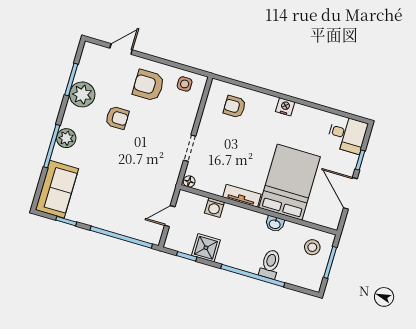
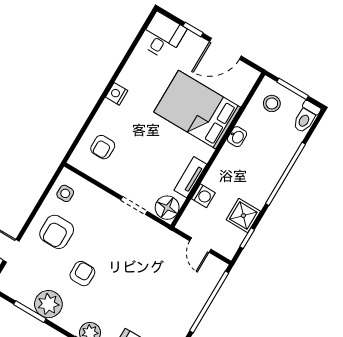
floor lamp: (189, 181) -> (167, 208), width x1.89, depth x1.89
tv unit: (242, 196) -> (190, 177), moved
toilet: (270, 264) -> (306, 117), moved, turned -90

